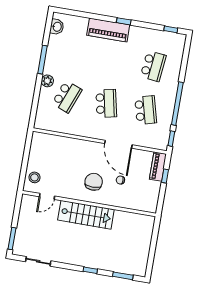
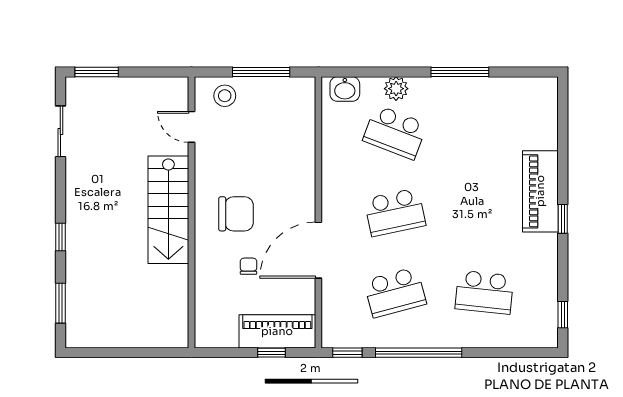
washbasin: (57, 27) -> (345, 89), moved
plant: (47, 81) -> (396, 89), moved
window: (26, 158) -> (261, 72), added
piano: (158, 167) -> (277, 331), width x1.37, depth x1.33

